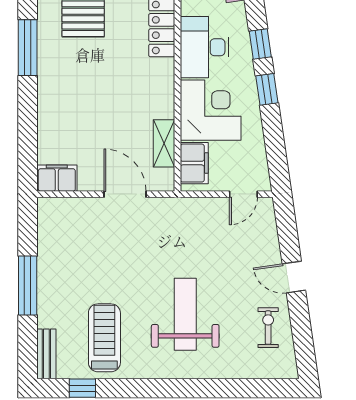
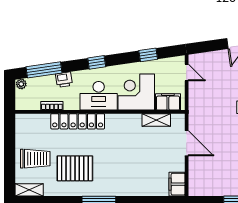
window: (267, 89) -> (148, 55), moved
door: (125, 194) -> (187, 143), swing flipped

